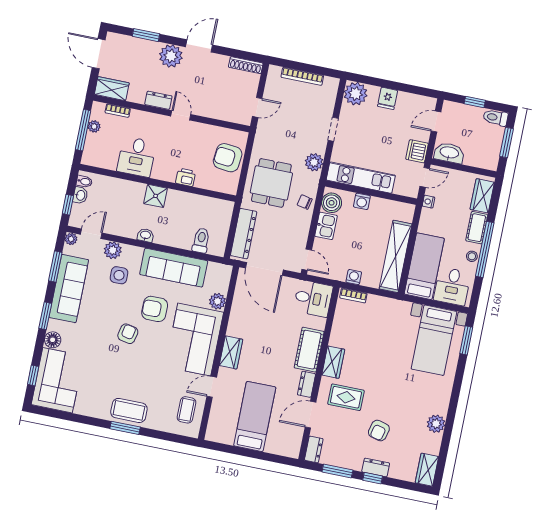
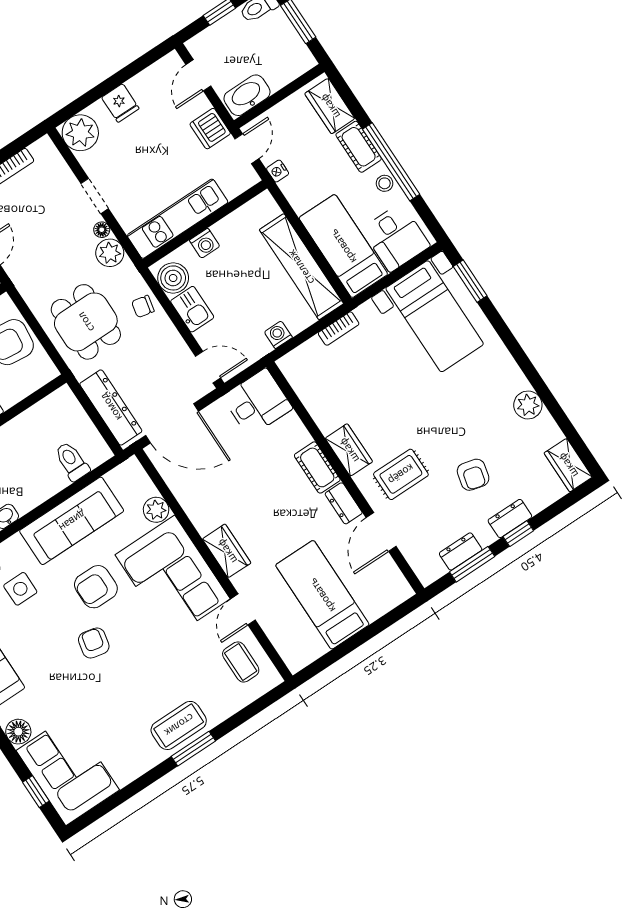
floor lamp: (321, 148) -> (102, 230), added
bookcase: (353, 296) -> (339, 329), moved
cot: (309, 350) -> (317, 467), width x0.73, depth x0.75
dresser: (314, 449) -> (461, 551), moved, turned -90

